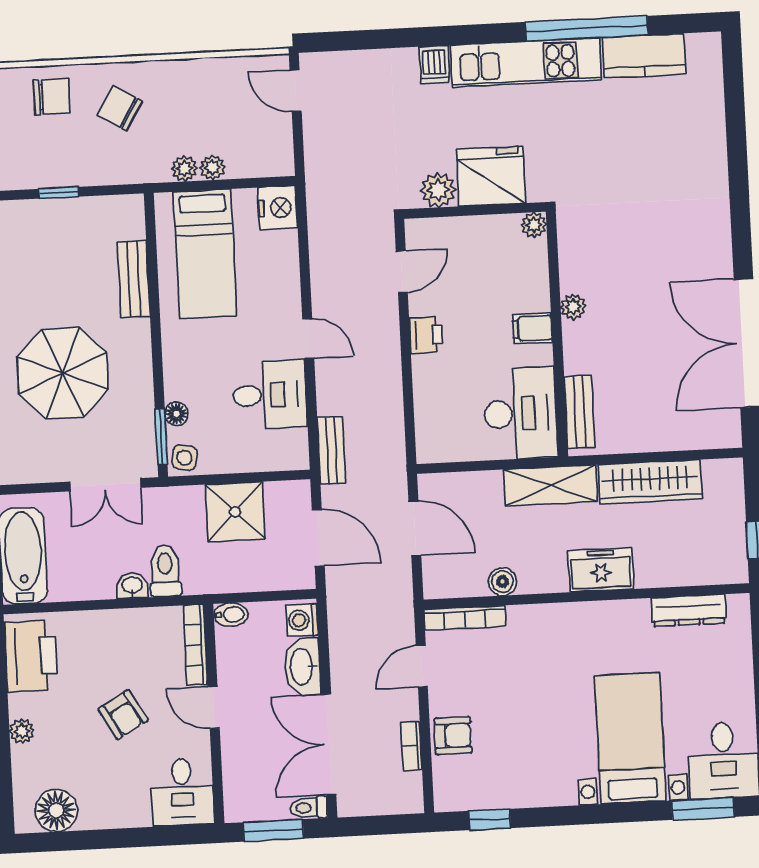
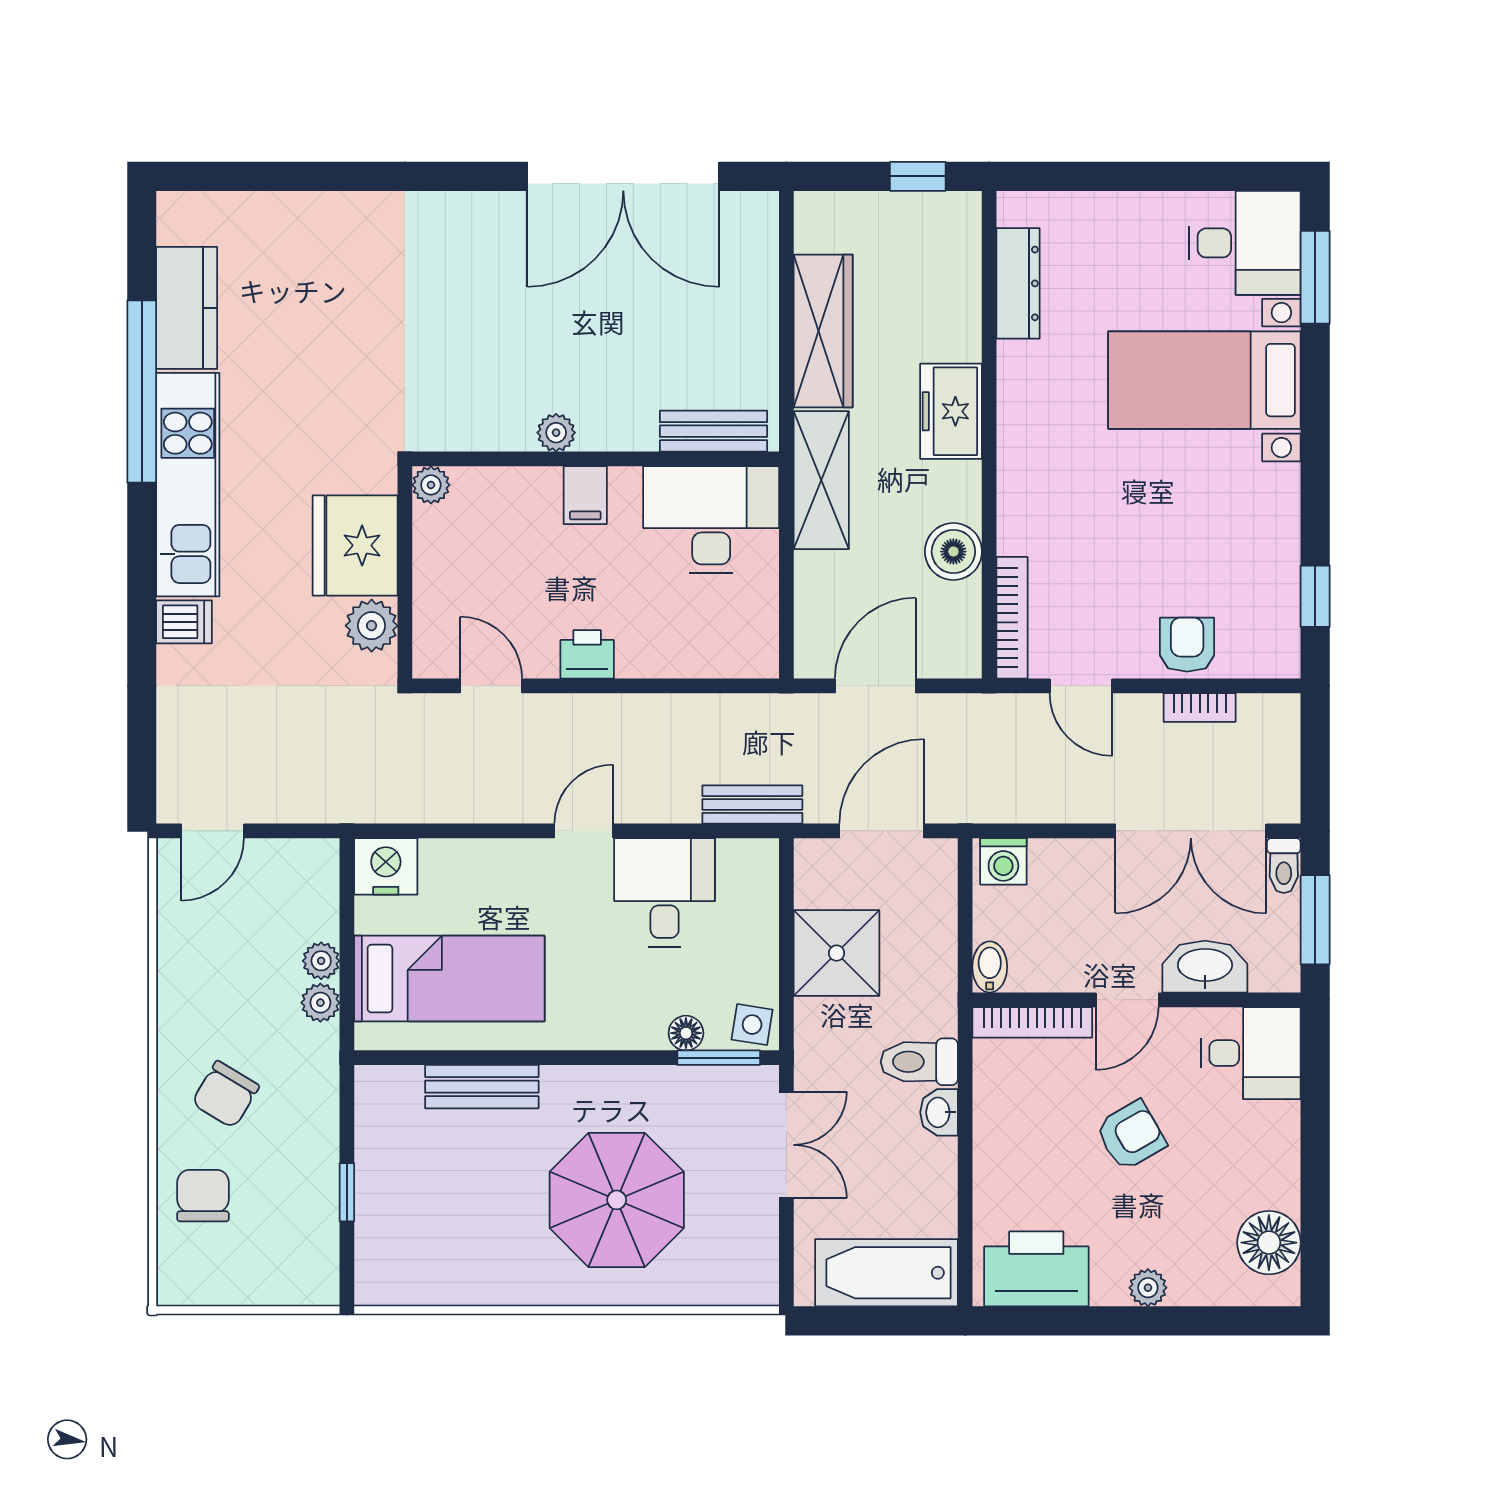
boiler: (502, 582) -> (953, 552), width x1.36, depth x1.36
washbasin: (303, 667) -> (1205, 967), moved, turned 180

